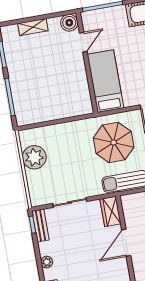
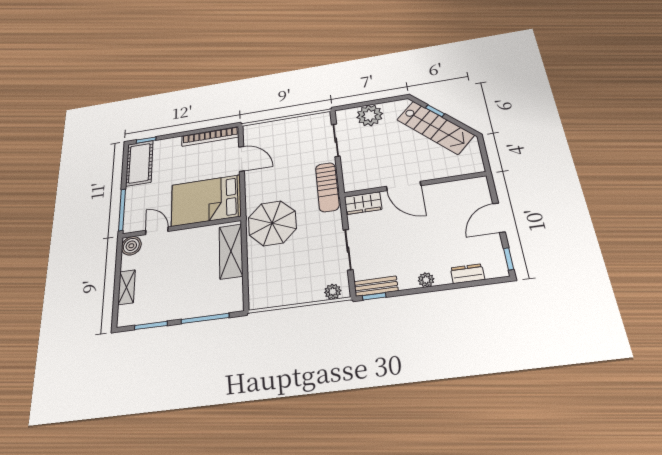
bed: (105, 81) -> (206, 200), width x1.50
shelving: (66, 109) -> (231, 251), added
parasol: (114, 142) -> (272, 223), moved
plant: (34, 157) -> (333, 292), moved, width x0.53, depth x0.53

